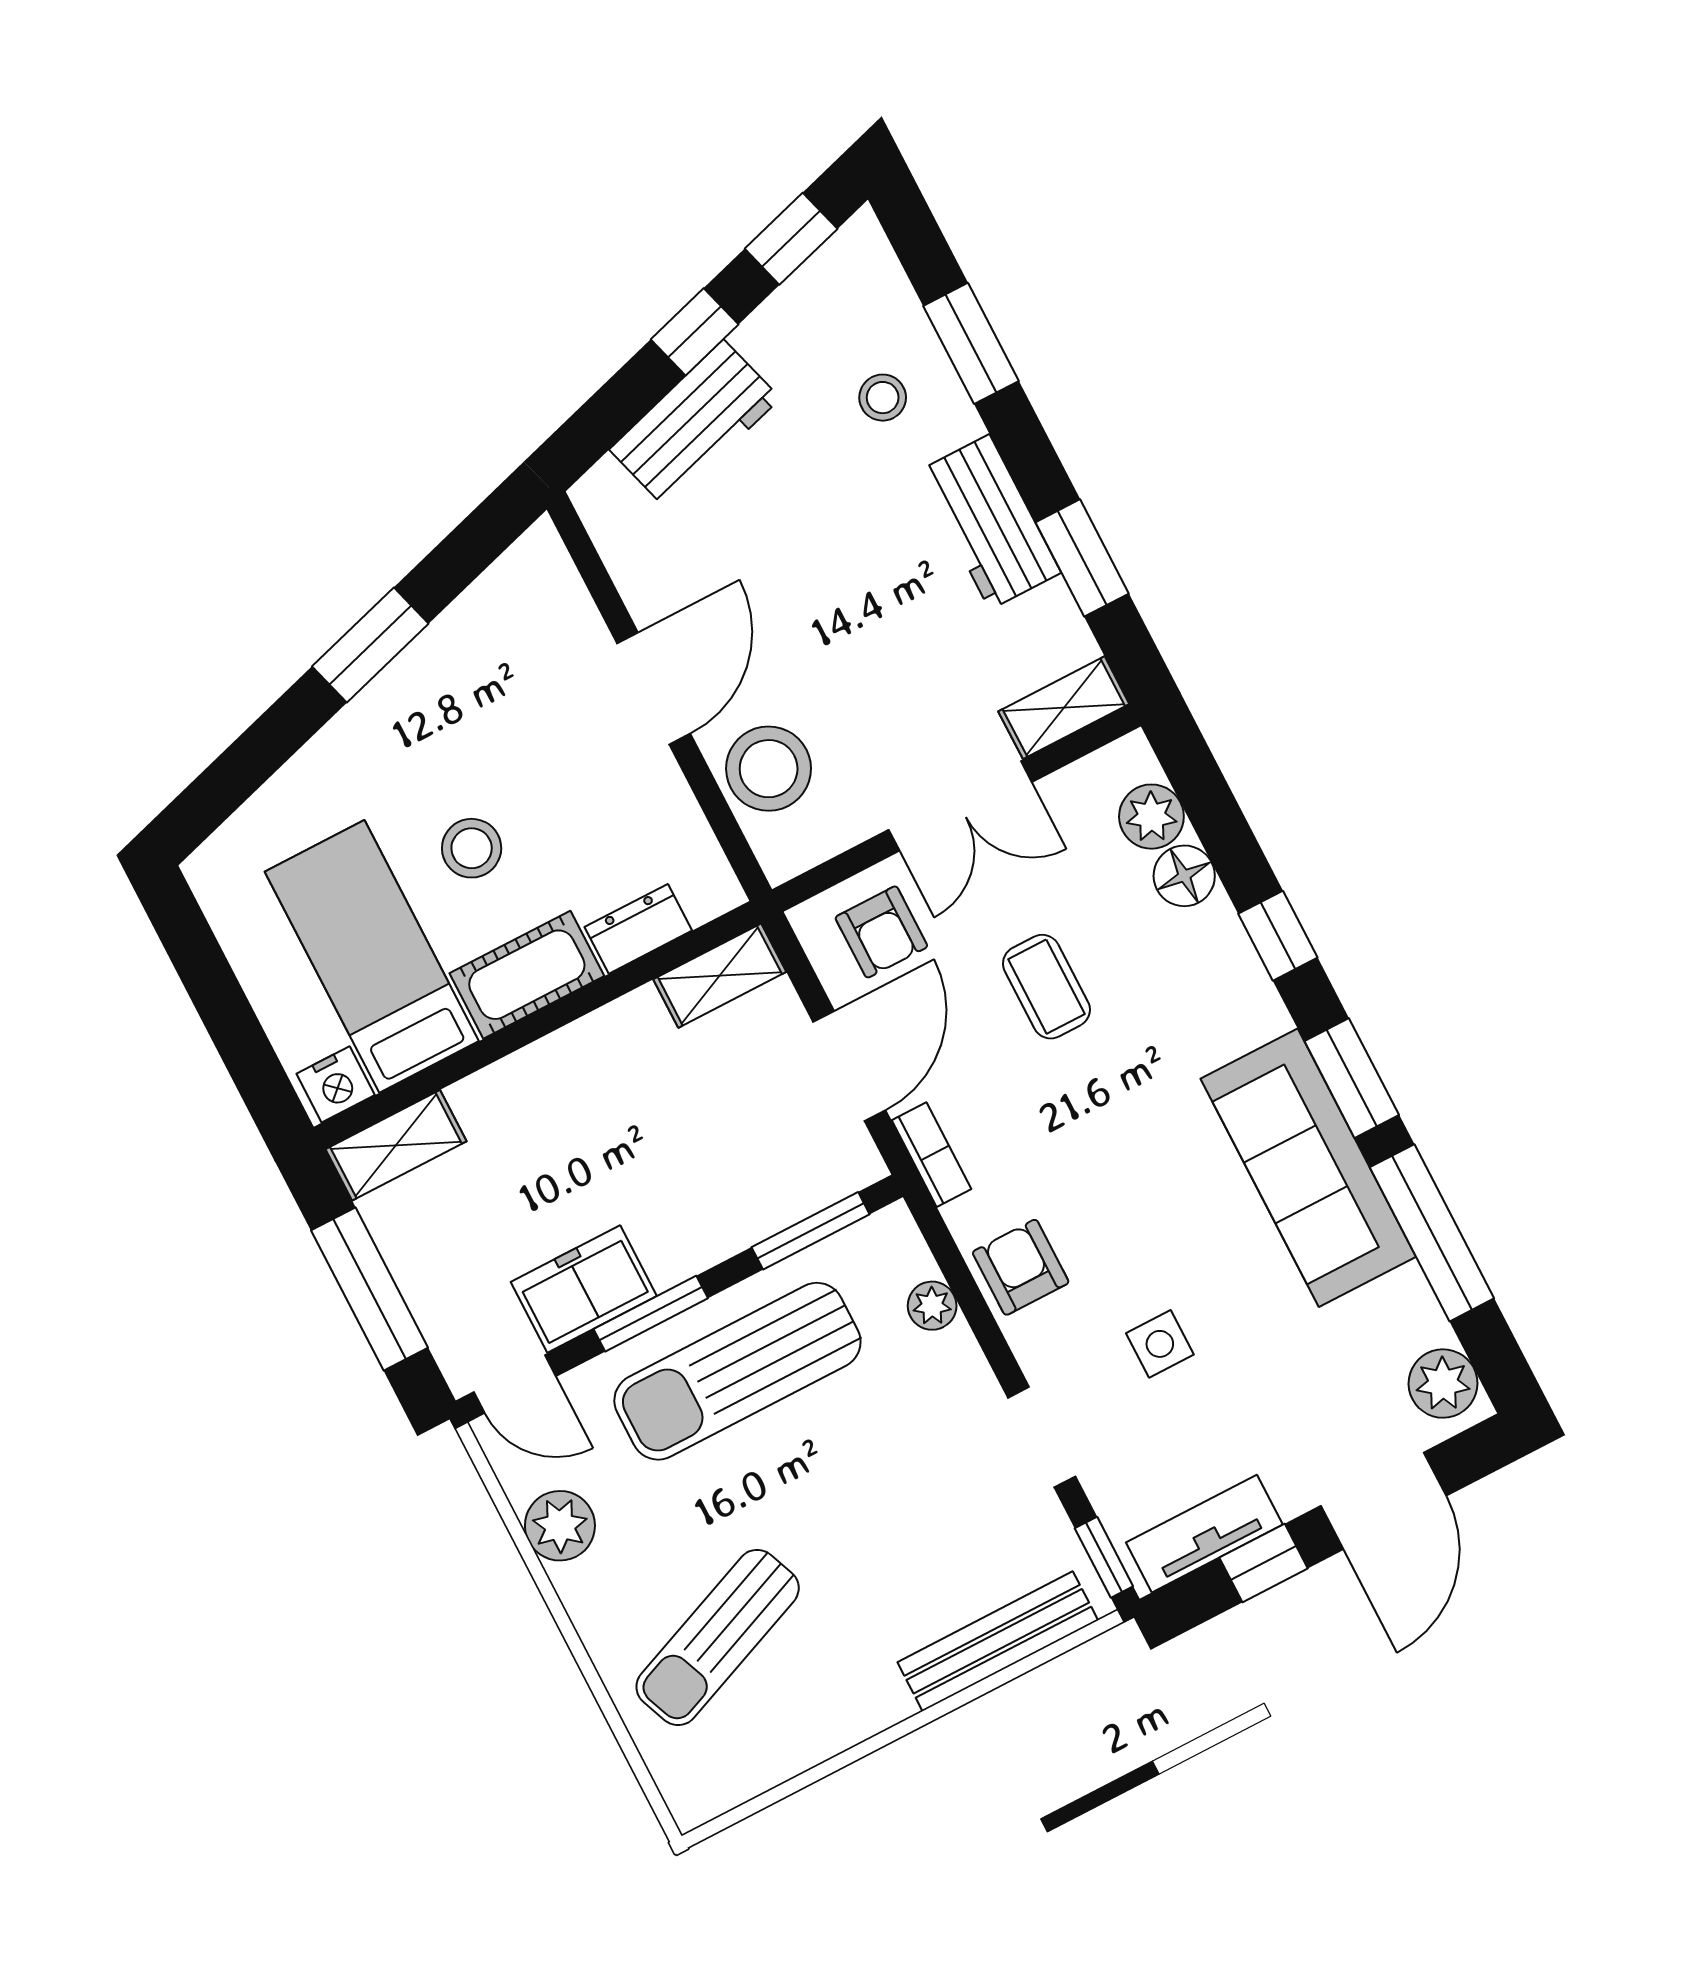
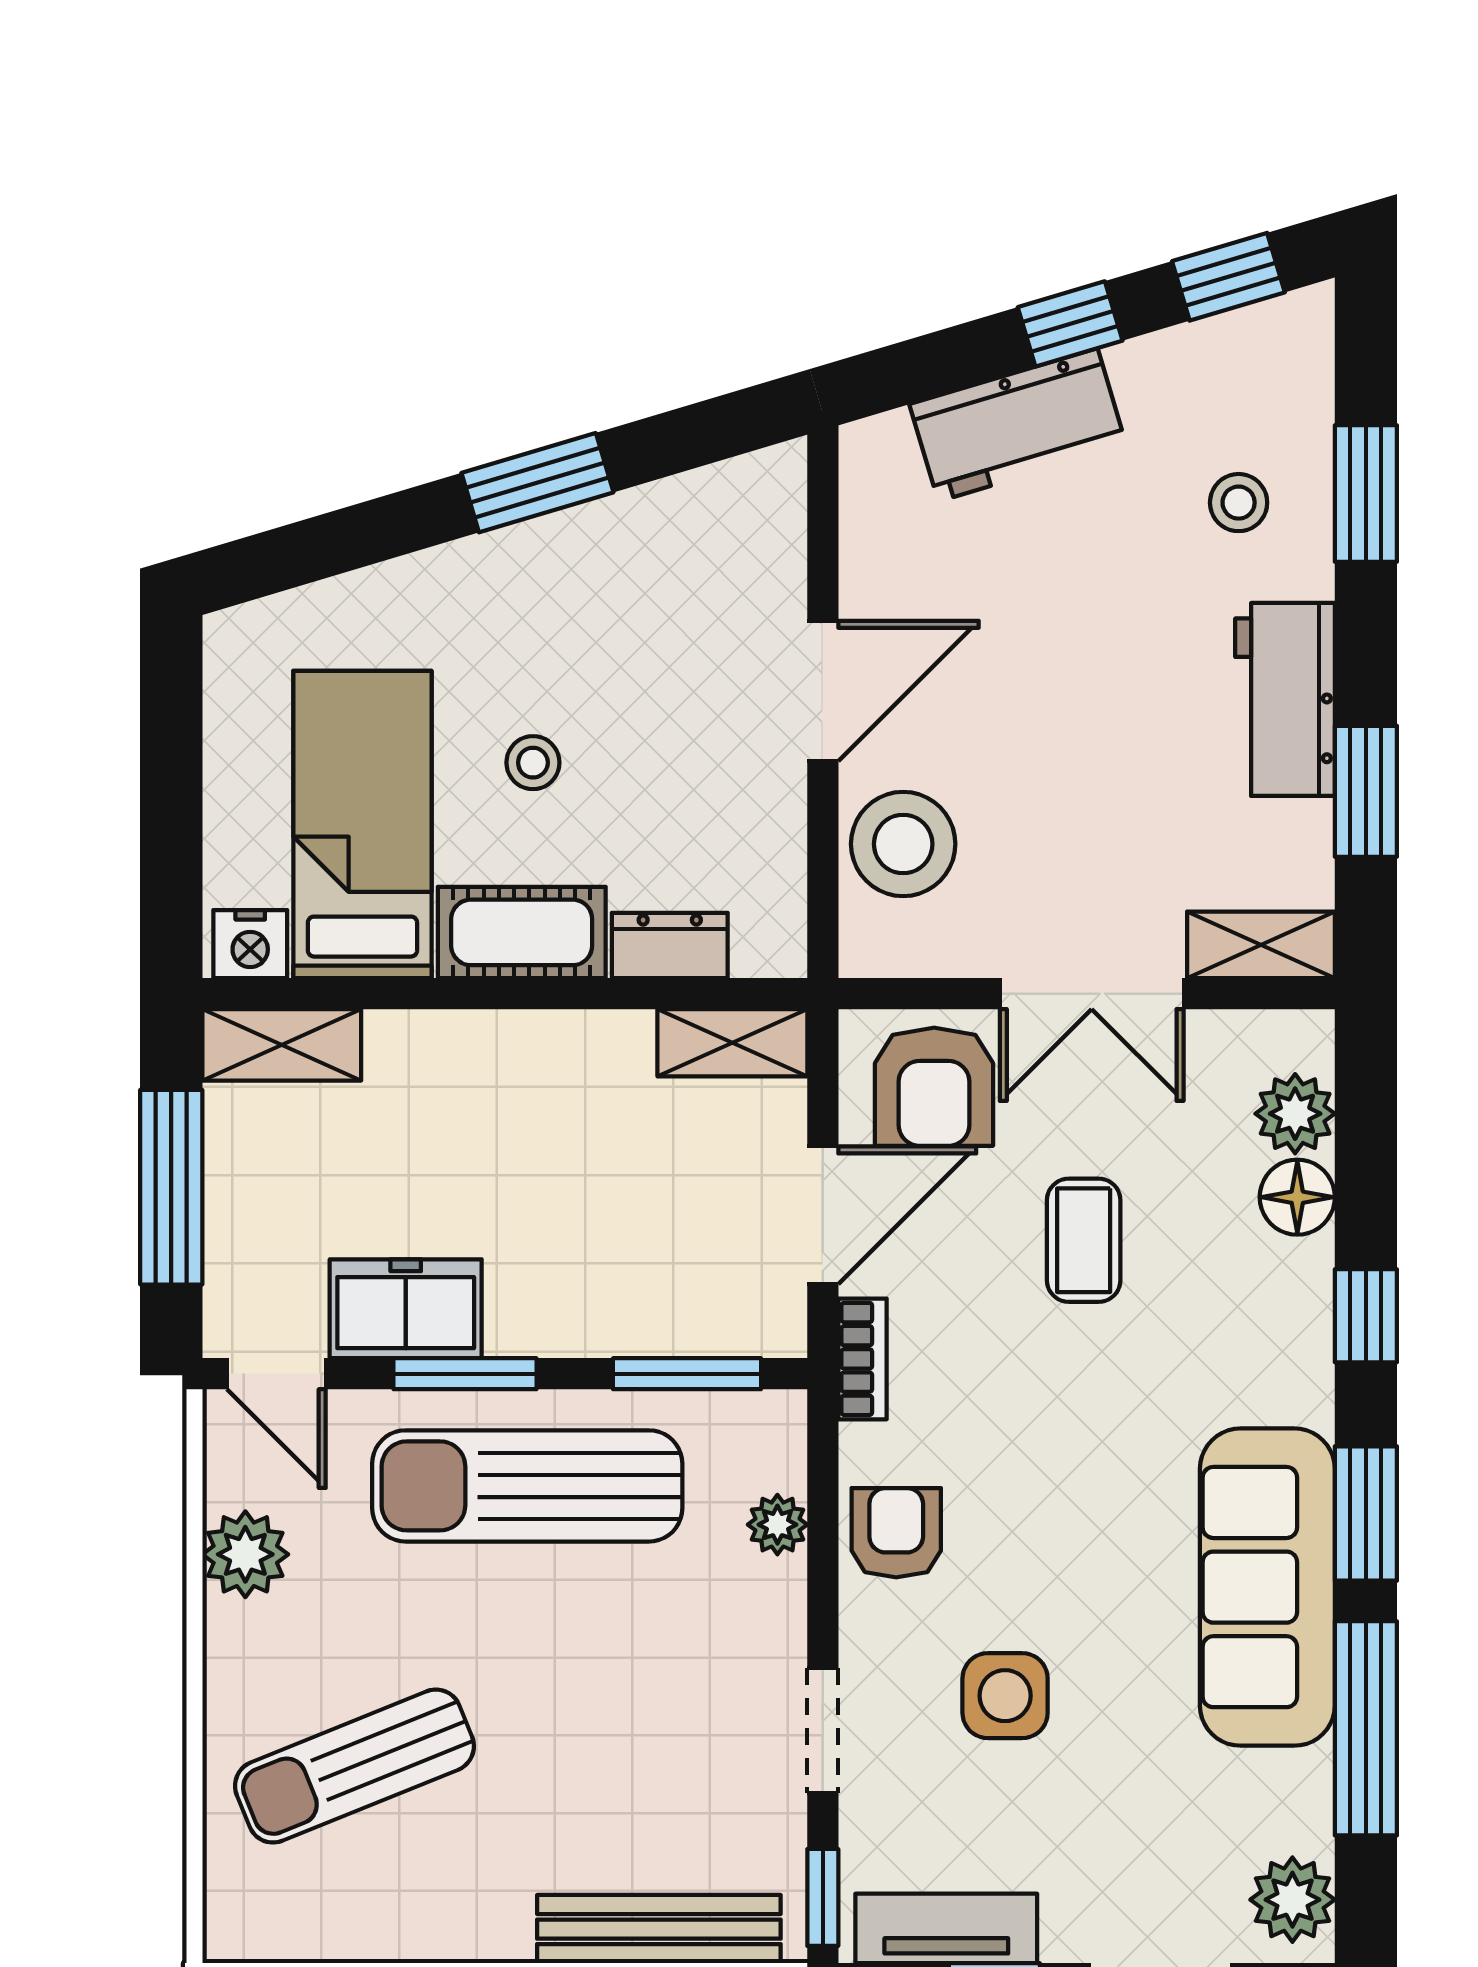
stool: (472, 848) -> (533, 763), width x0.73, depth x0.73
armchair: (881, 932) -> (934, 1087), width x1.38, depth x1.38
side table: (1160, 1344) -> (1005, 1696), width x1.37, depth x1.37

